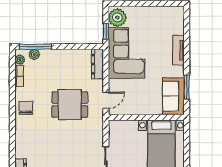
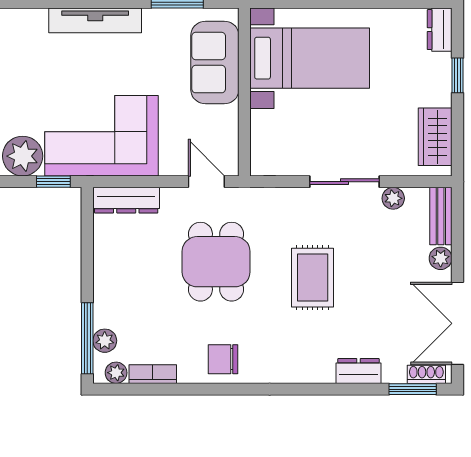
tv unit: (178, 50) -> (95, 20), width x1.41
sofa: (173, 96) -> (215, 63), moved, turned 90
rug: (63, 148) -> (313, 278), added

